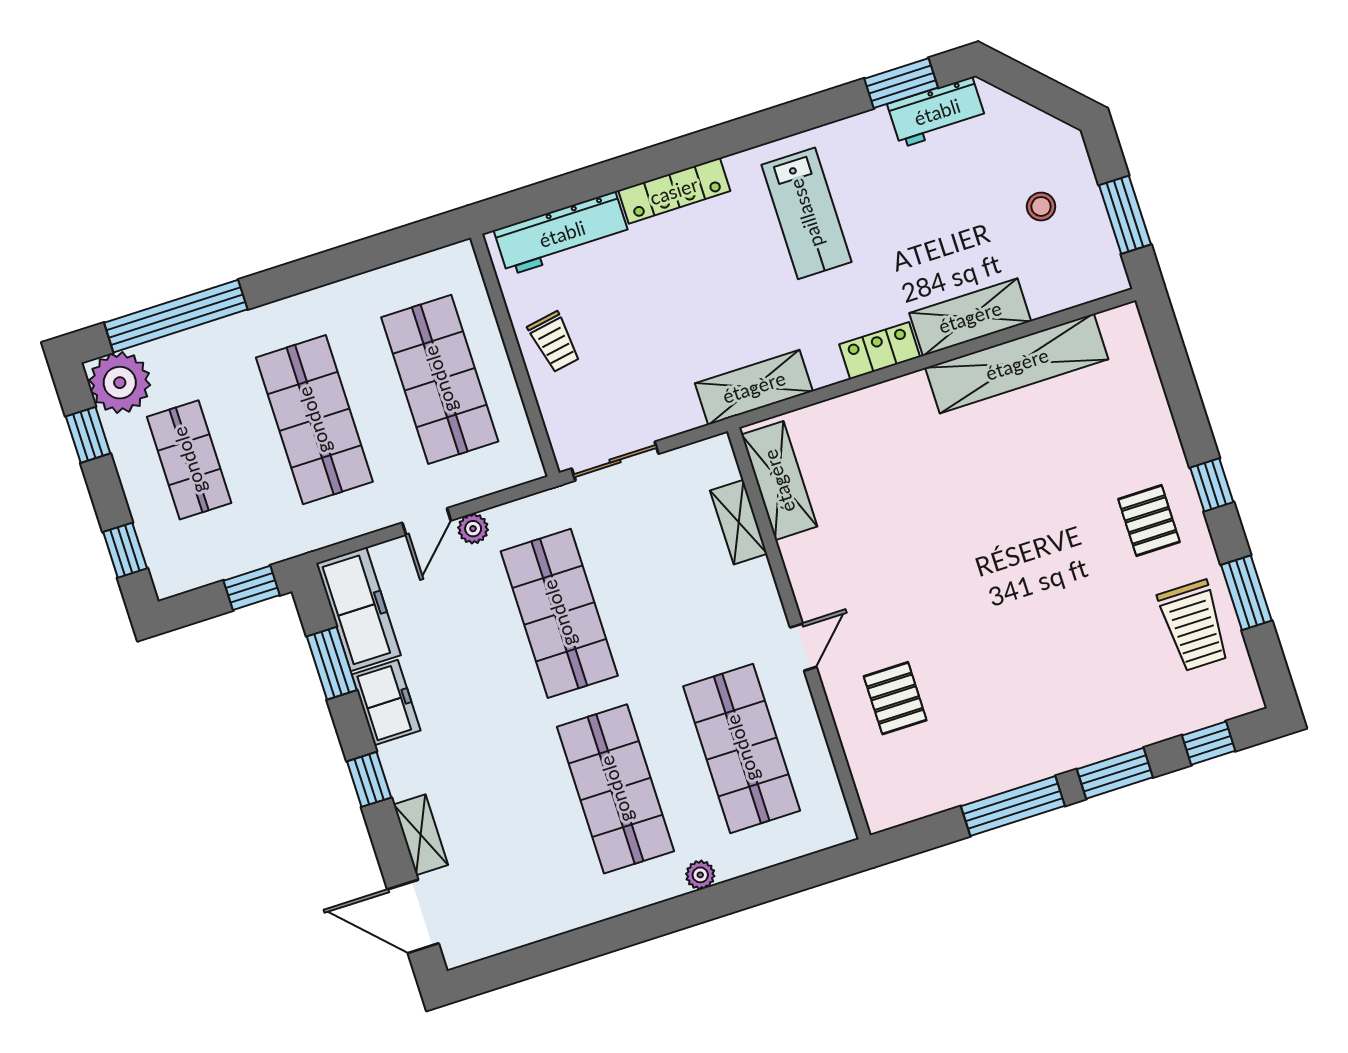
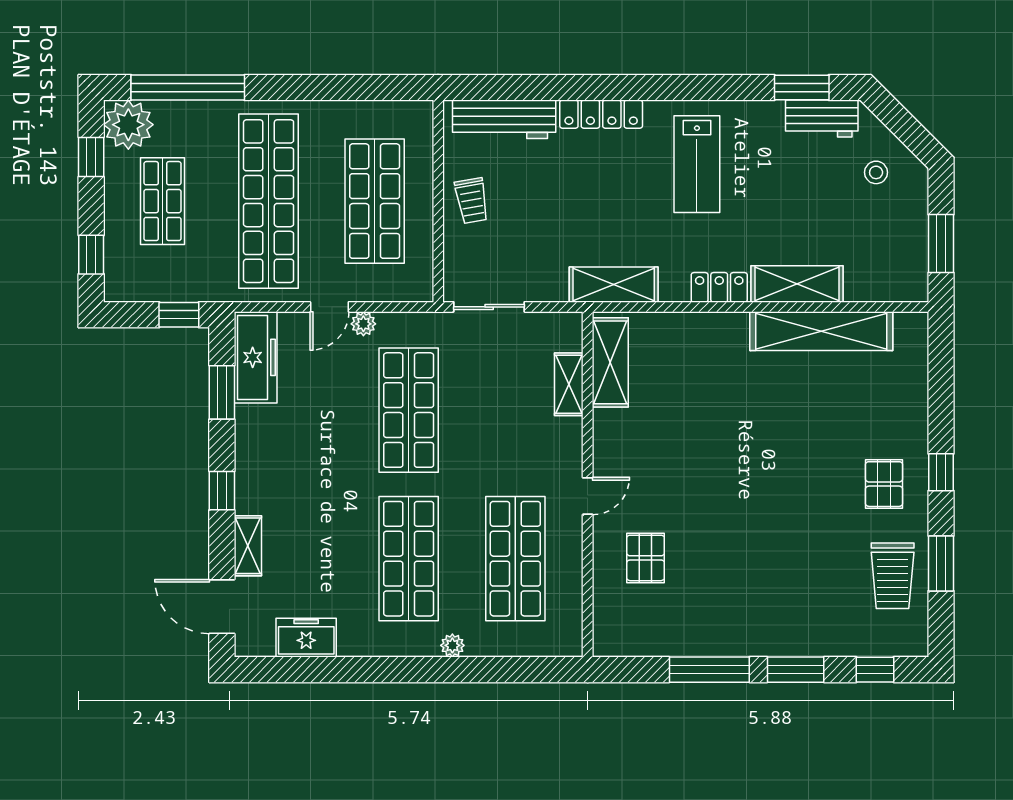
stool: (1041, 206) -> (876, 172), moved
shop shelf: (314, 420) -> (269, 201), width x1.40
freezer: (386, 702) -> (306, 638), moved, turned -90

